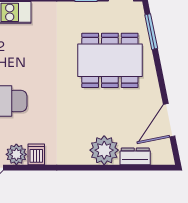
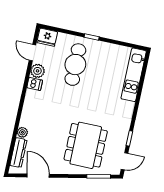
plant: (104, 150) -> (22, 132), width x0.53, depth x0.53
dresser: (135, 156) -> (18, 153), width x1.44

